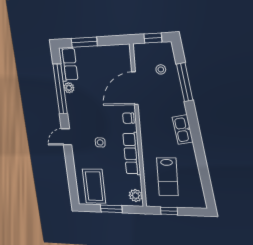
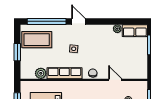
door: (135, 88) -> (115, 80), width x0.53
window: (60, 89) -> (47, 21), moved
plant: (136, 196) -> (41, 73), moved

